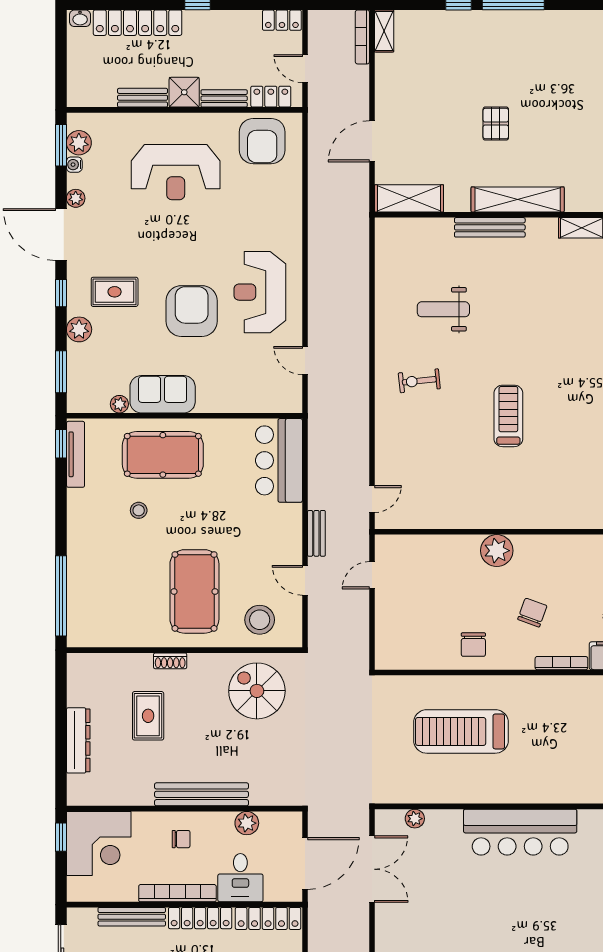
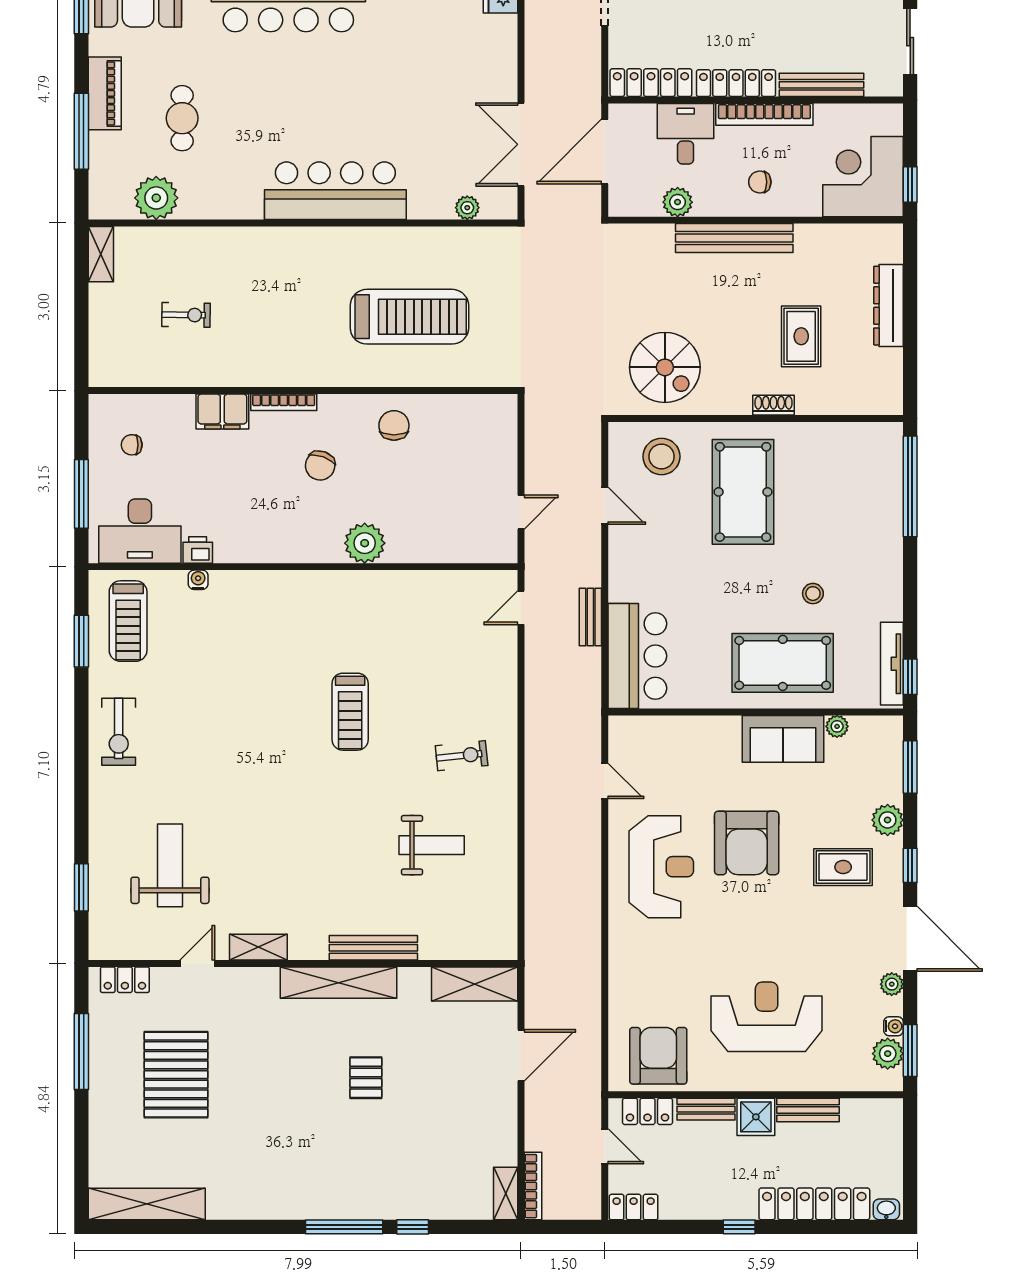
bench: (316, 533) -> (590, 617), moved

